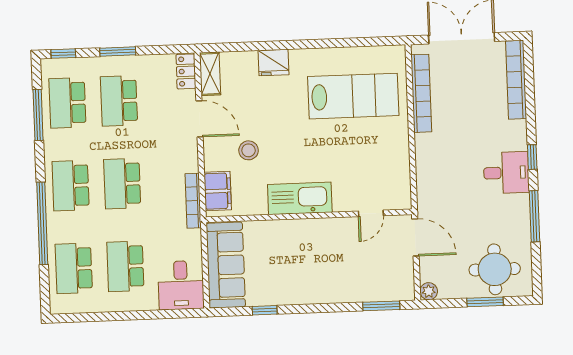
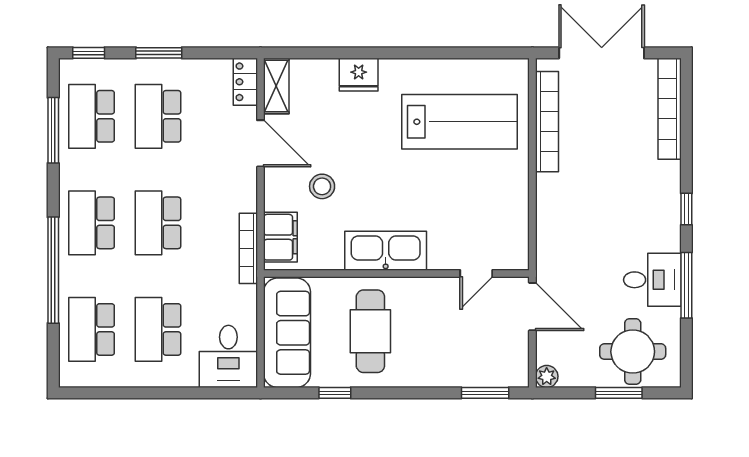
desk: (506, 173) -> (652, 280), moved
cafe table: (290, 261) -> (370, 331), added

